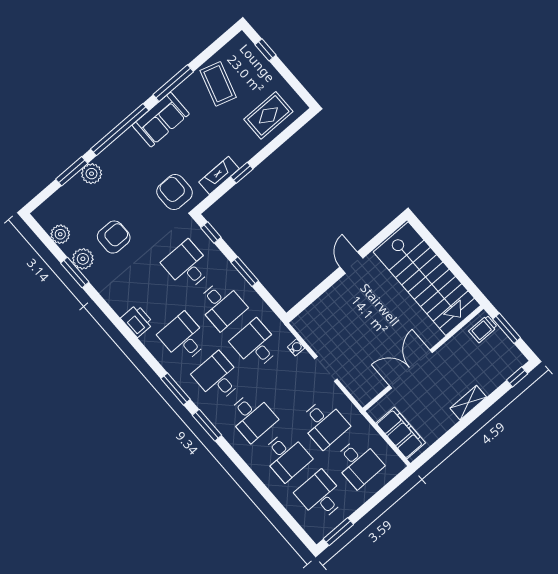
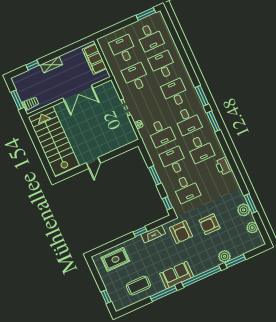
coffee table: (218, 84) -> (138, 286), turned 73
armchair: (114, 237) -> (209, 224), moved
window: (517, 377) -> (32, 65), moved

